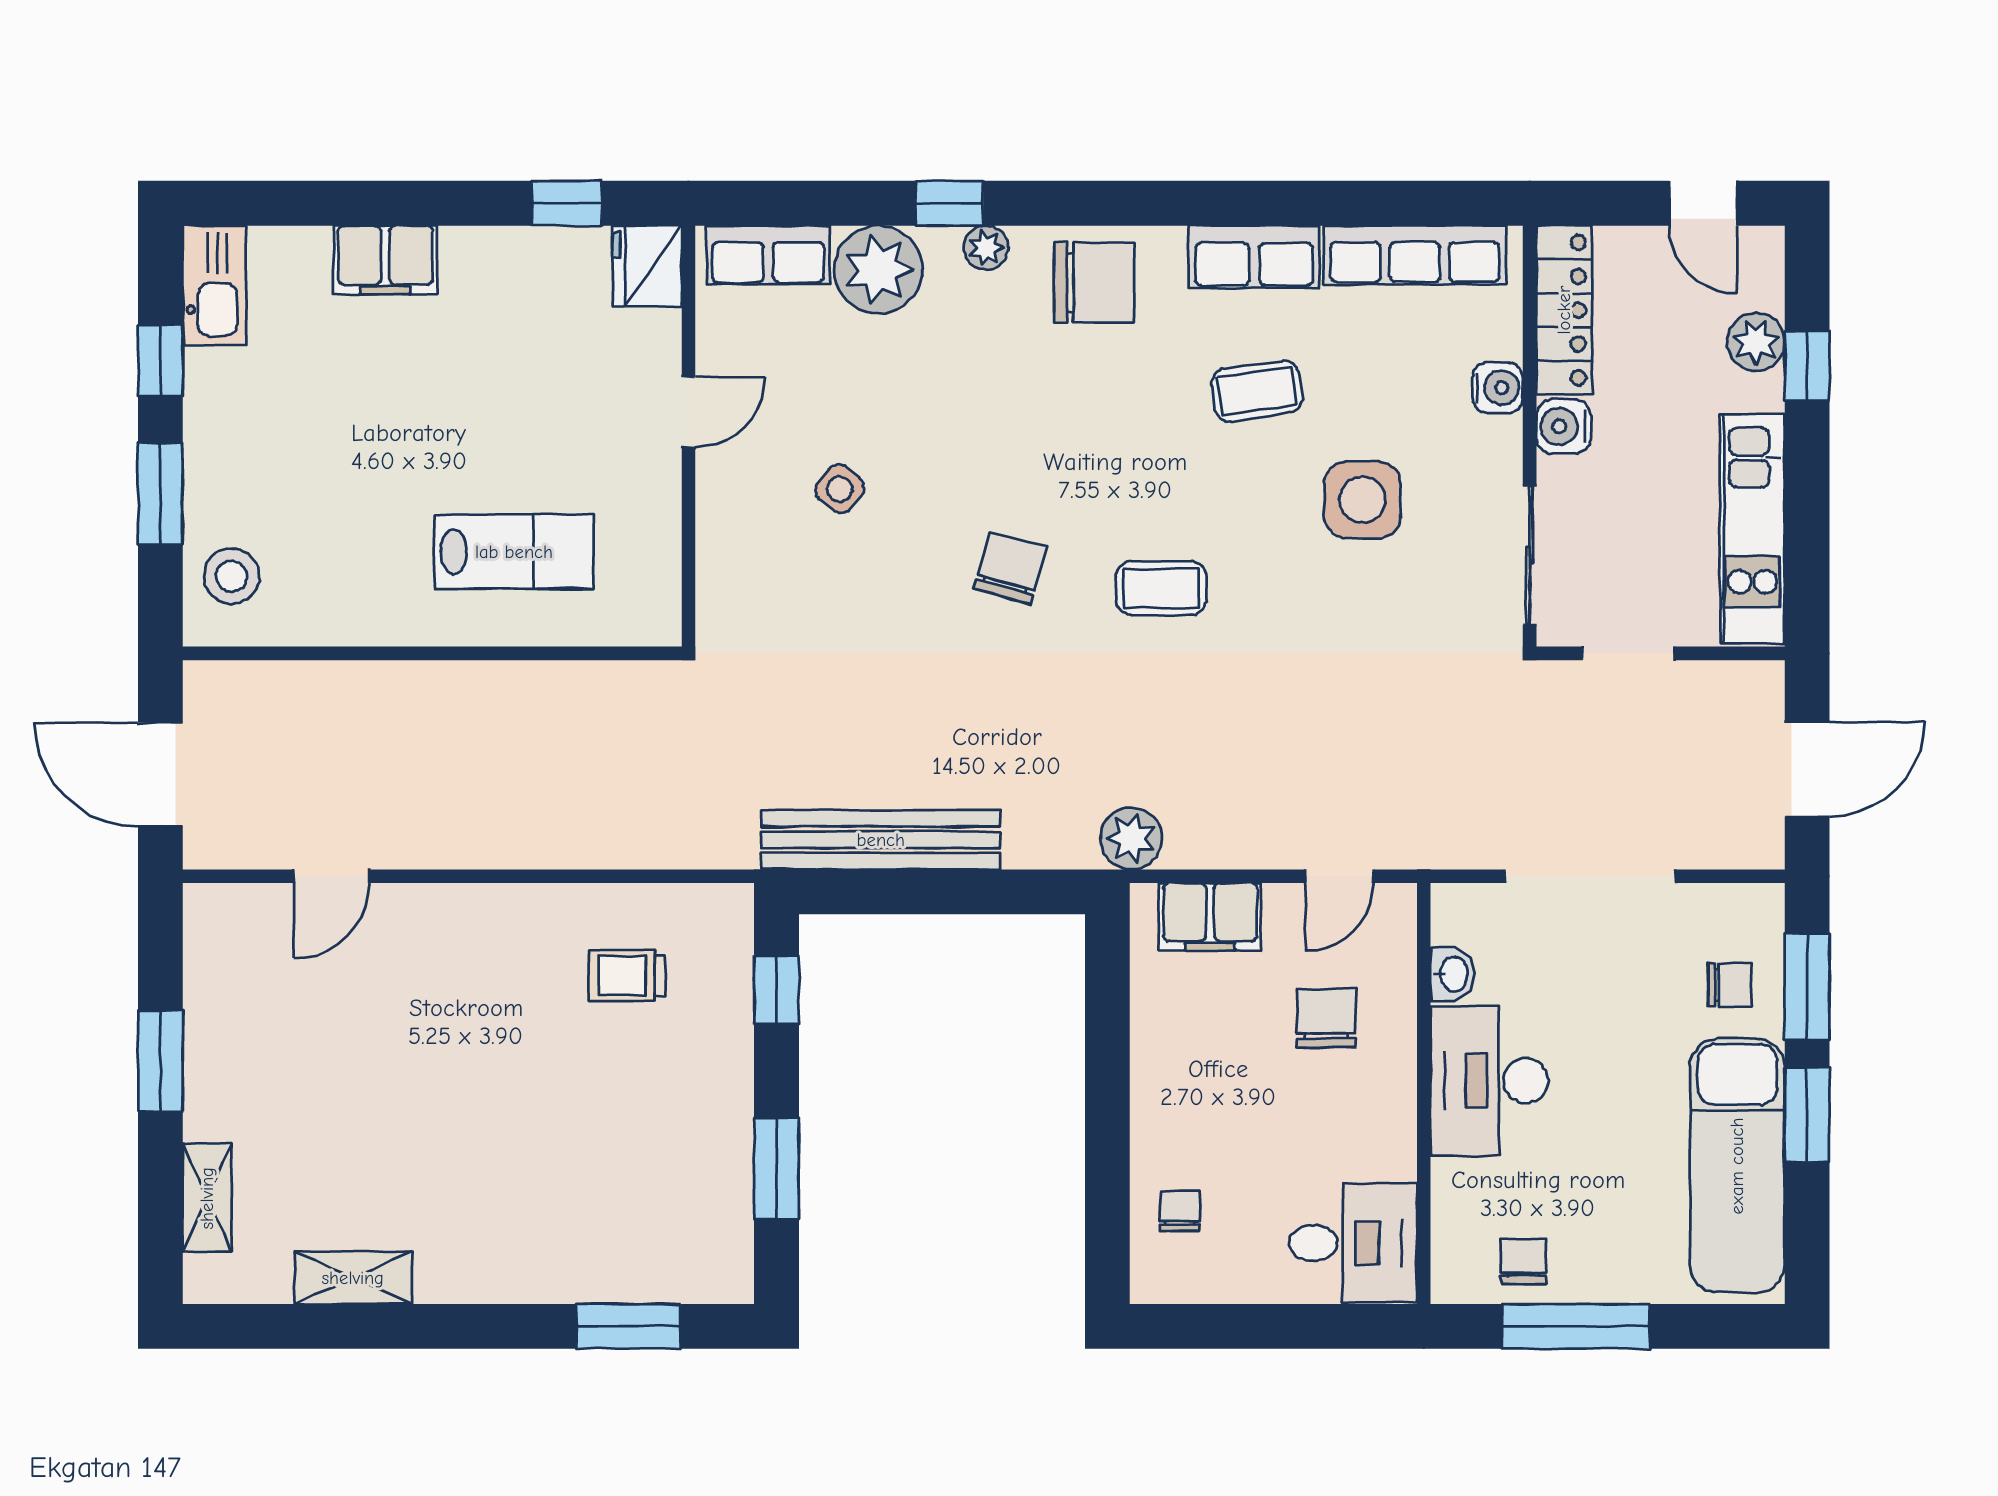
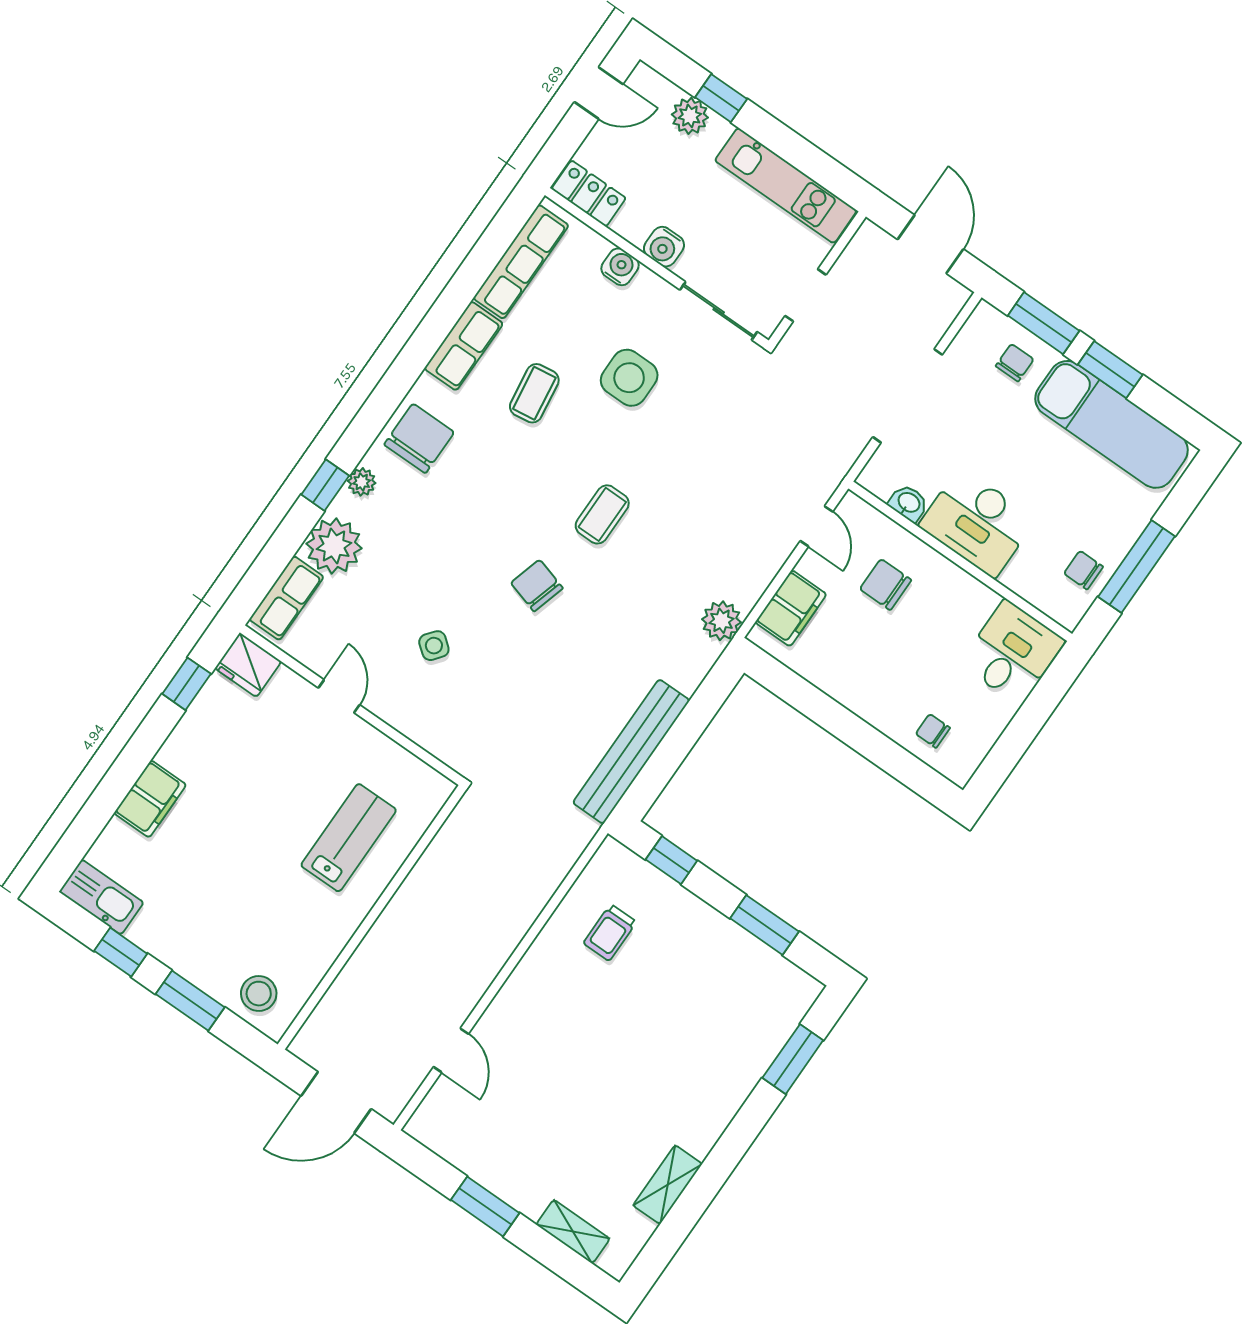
locker: (1564, 310) -> (589, 193), width x0.66

